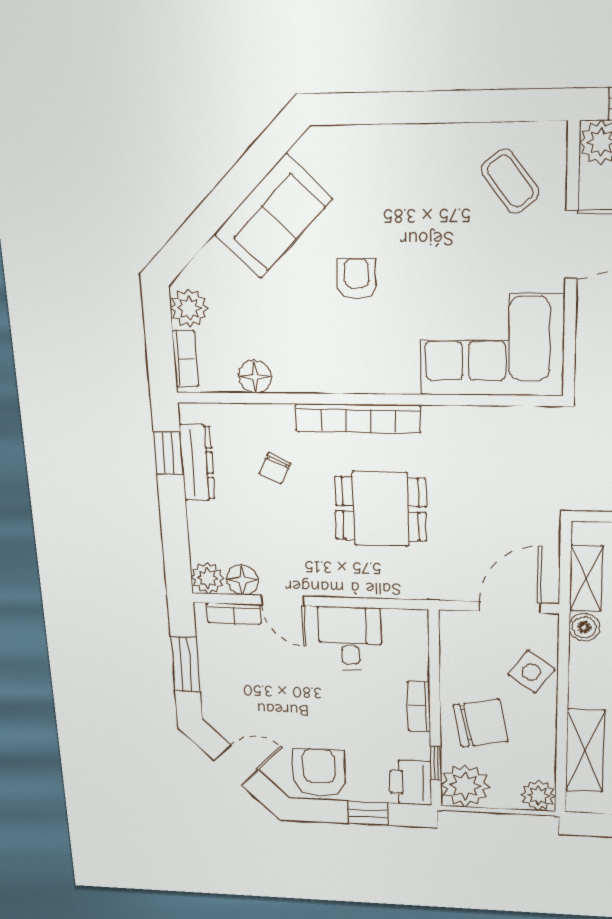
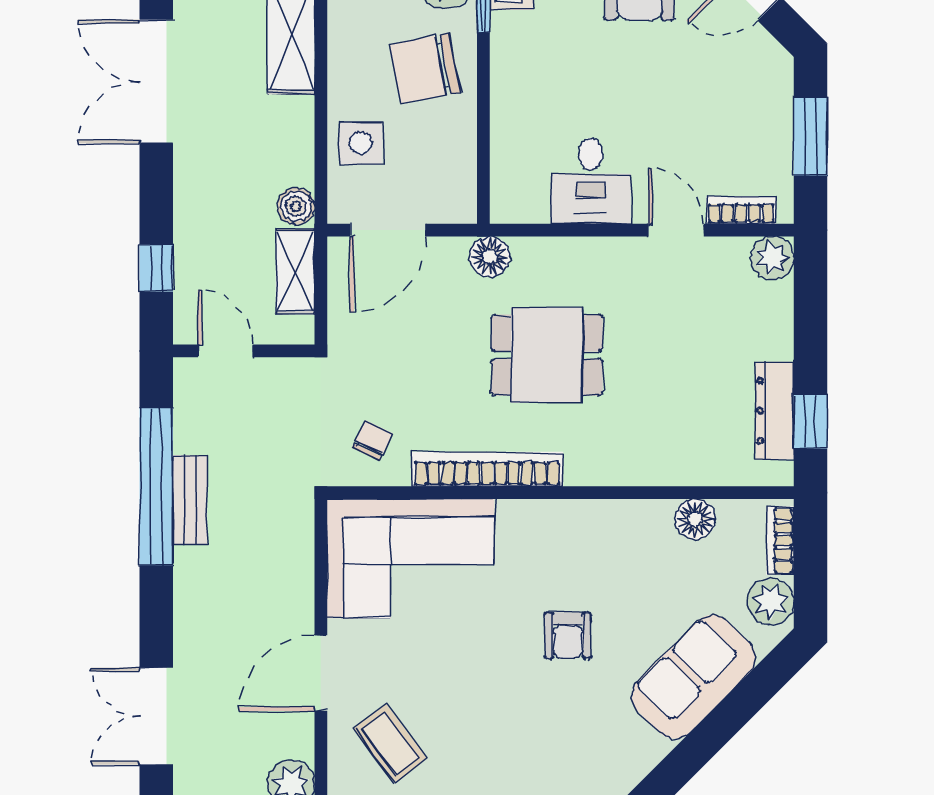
sofa: (273, 216) -> (694, 677), moved
bookcase: (358, 418) -> (487, 469), moved
chair: (275, 468) -> (372, 440), moved
floor lamp: (242, 580) -> (490, 257), moved
side table: (531, 672) -> (361, 143), turned -36
bookcase: (419, 706) -> (504, 89), removed

